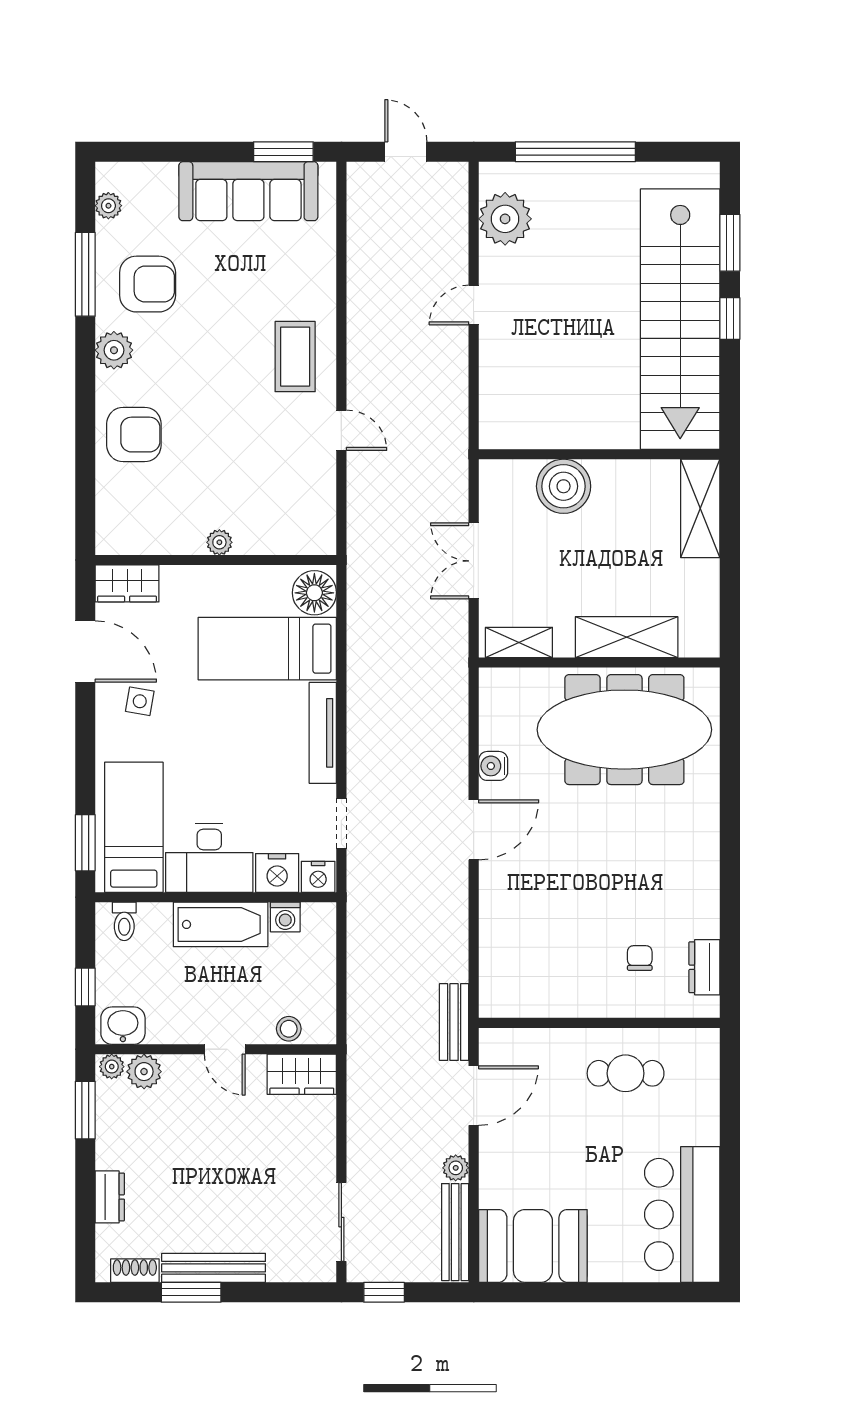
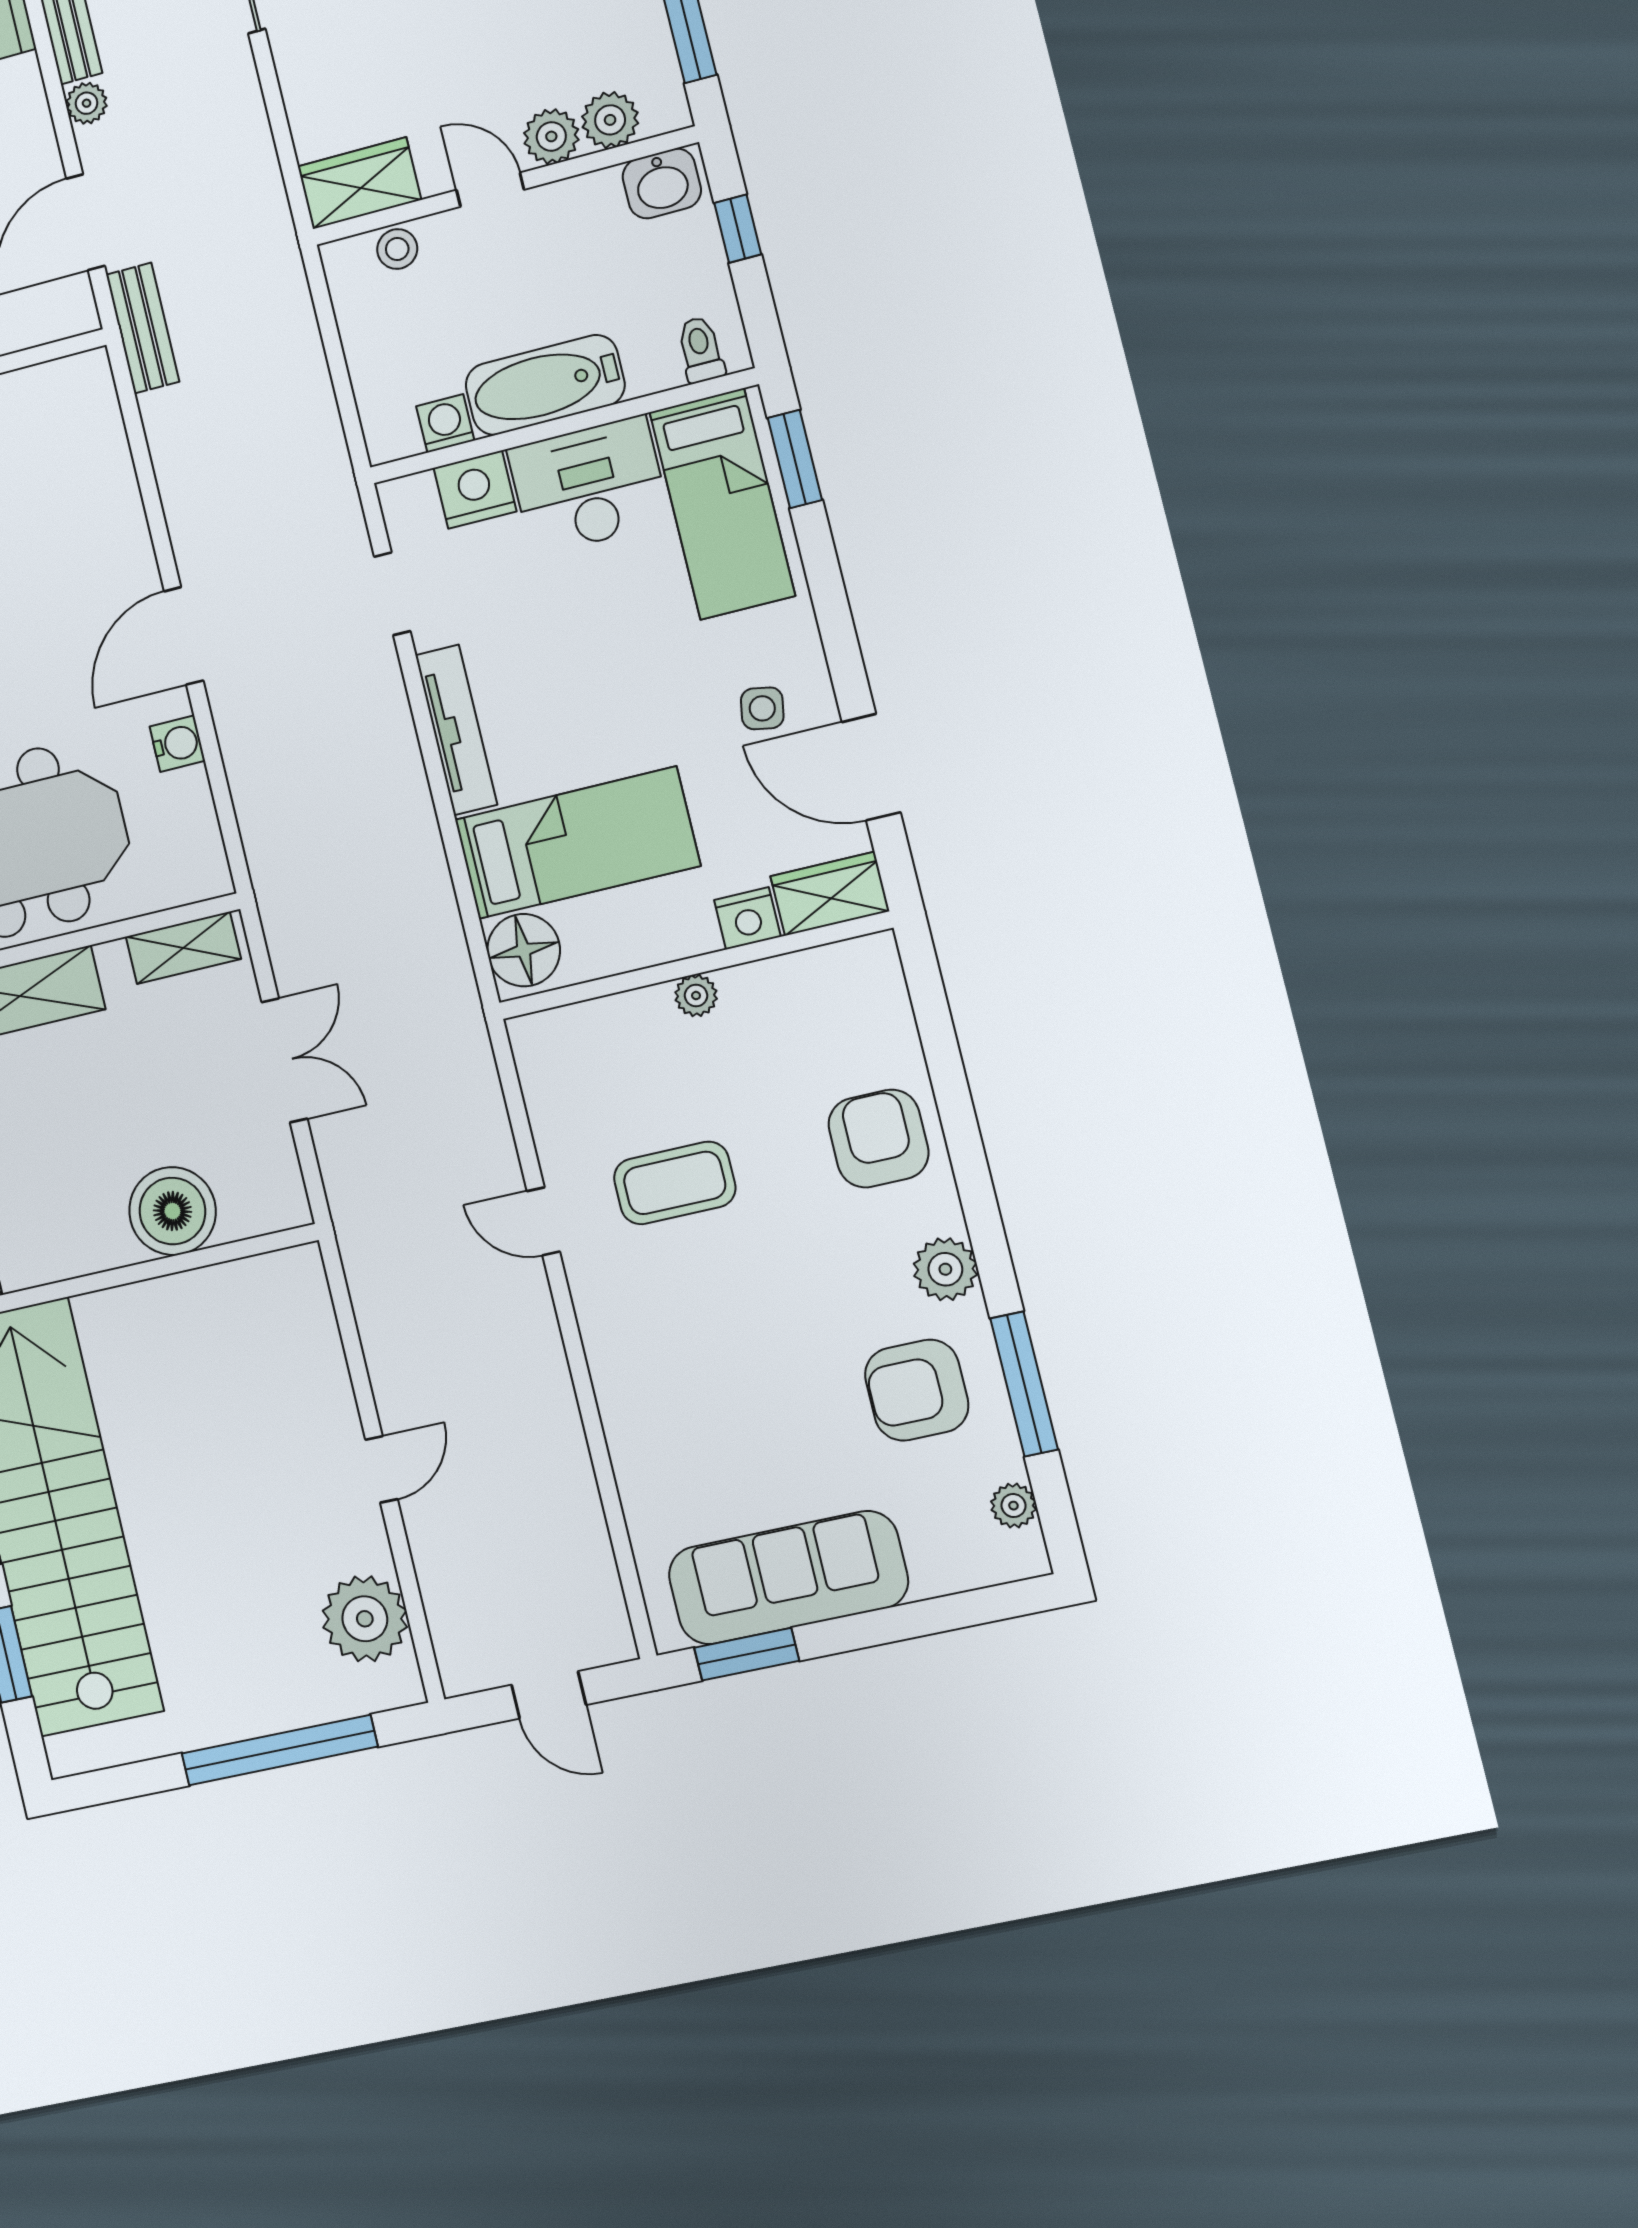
coffee table: (295, 357) -> (675, 1183), moved, turned 90
armchair: (134, 435) -> (878, 1139), turned 90
nightstand: (318, 877) -> (747, 918), moved, turned 180
plant: (112, 1067) -> (551, 136), moved, width x1.38, depth x1.38

